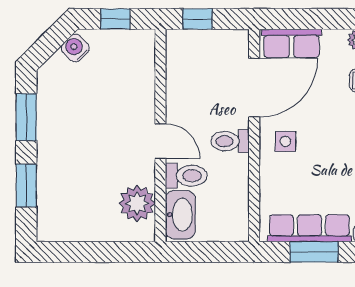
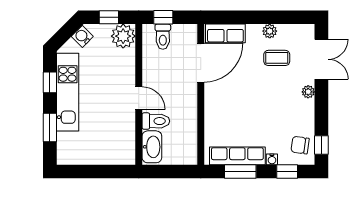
window: (26, 117) -> (50, 82), width x0.67
kitchen unit: (53, 132) -> (68, 92), added
toilet: (230, 141) -> (163, 37), moved, turned -90
side table: (285, 141) -> (221, 98), removed
plant: (137, 203) -> (123, 36), moved

